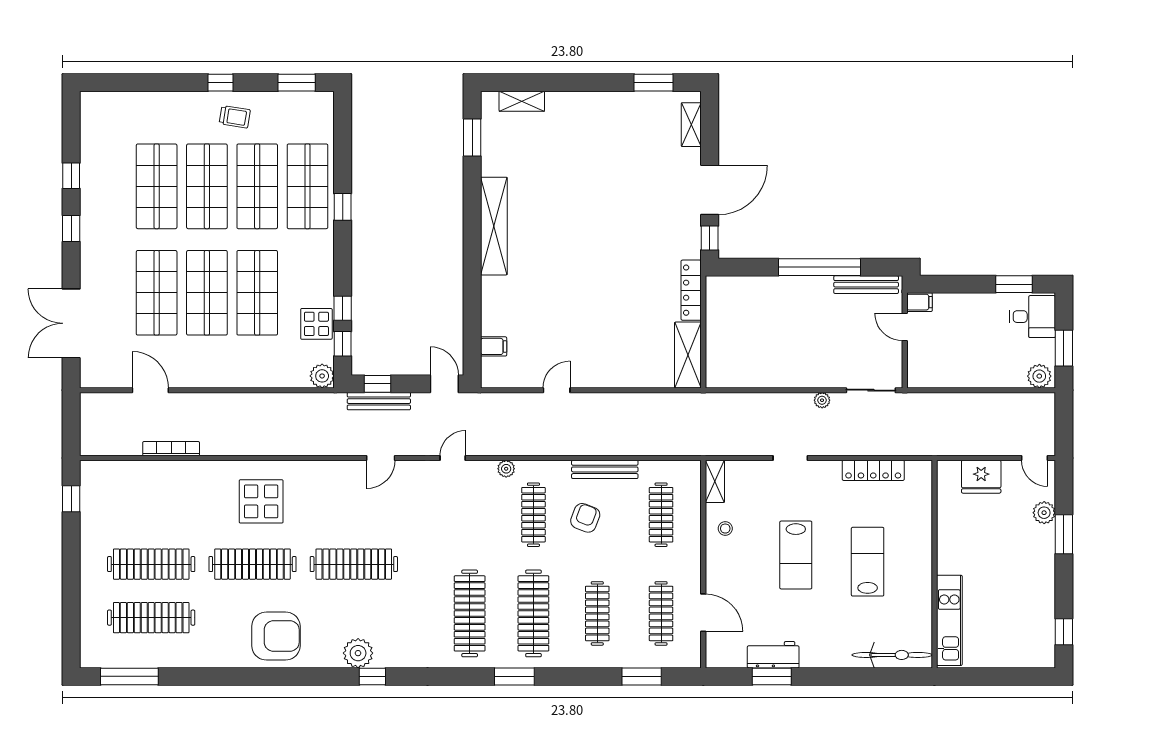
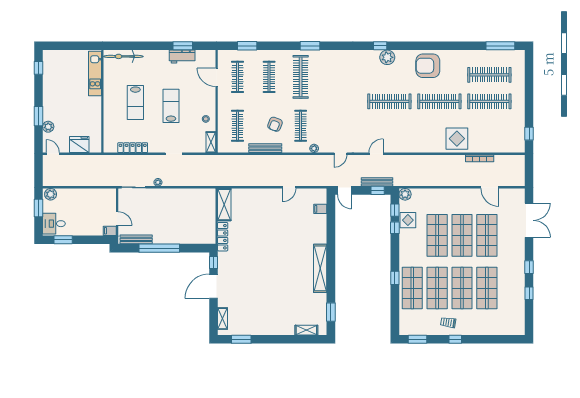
display table: (261, 501) -> (457, 139), moved
clothes rail: (470, 613) -> (332, 77), removed

